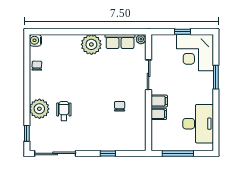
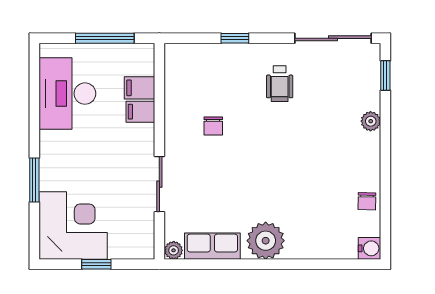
filing cabinet: (159, 101) -> (140, 88), moved
plant: (39, 109) -> (371, 121), width x0.53, depth x0.53
wheelchair: (64, 111) -> (280, 84), moved

